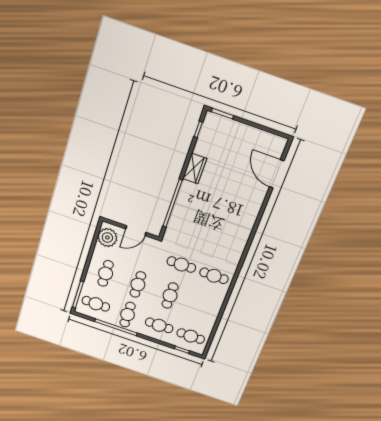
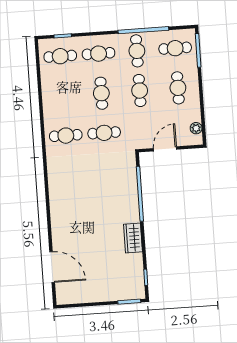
plant: (107, 238) -> (196, 128), width x0.53, depth x0.53

